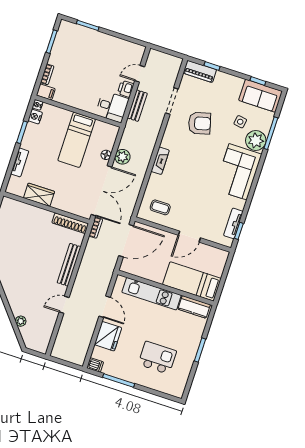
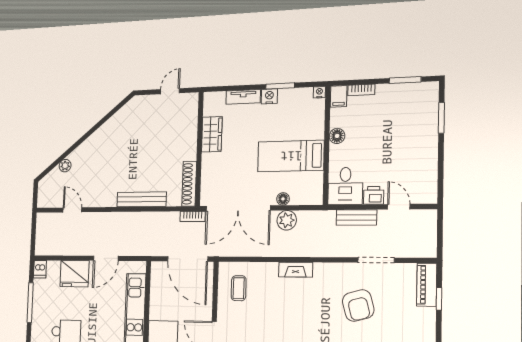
floor lamp: (74, 102) -> (337, 136), added
nightstand: (35, 117) -> (269, 96), moved
door: (64, 305) -> (72, 210), moved

